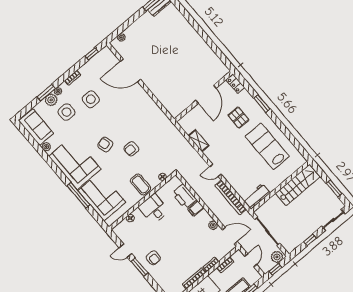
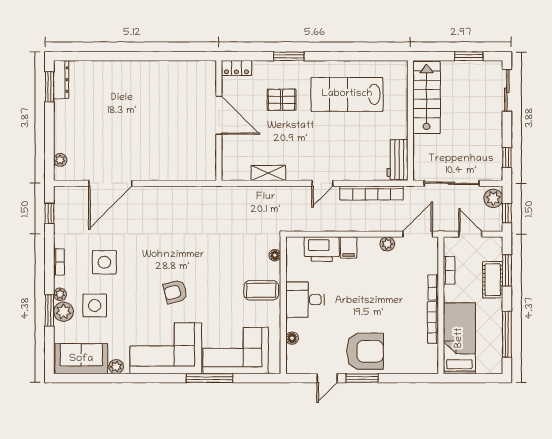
armchair: (131, 149) -> (208, 264), removed
window: (310, 240) -> (507, 158), moved
armchair: (153, 258) -> (365, 351), width x1.88, depth x1.88

